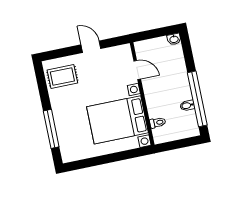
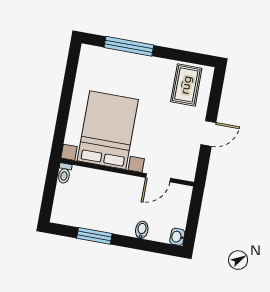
window: (197, 99) -> (94, 236), width x0.47
bidet: (187, 105) -> (142, 230), moved
toilet: (158, 123) -> (64, 173), moved

